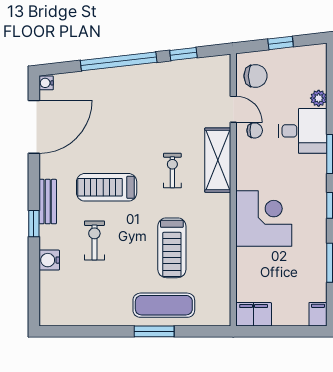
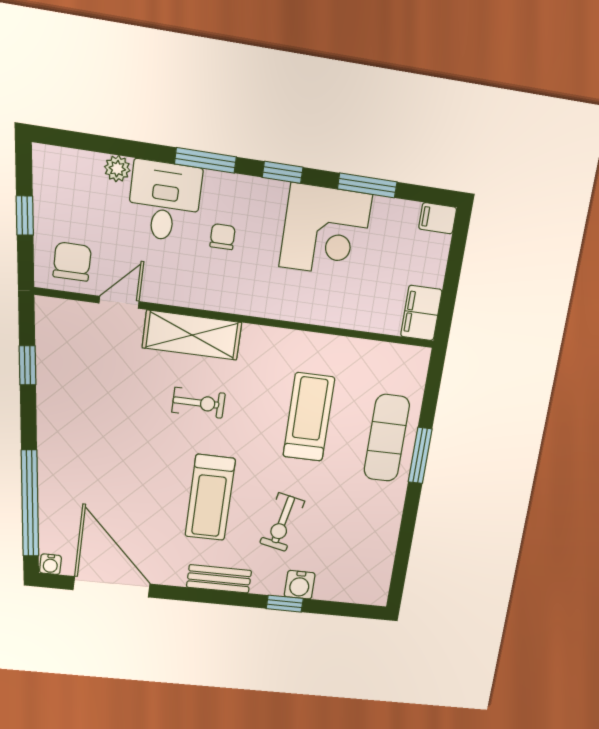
window: (119, 61) -> (30, 503), moved
chair: (255, 130) -> (223, 237), moved
exercise bike: (172, 170) -> (199, 403), turned 180
corner desk: (264, 219) -> (326, 231), moved, turned 180
window: (34, 224) -> (285, 604), moved
exercise bike: (94, 240) -> (282, 522), turned -78
treadmill: (172, 248) -> (309, 417), turned -90

